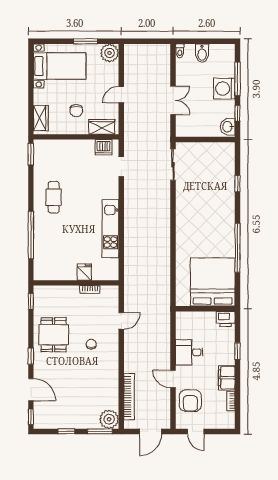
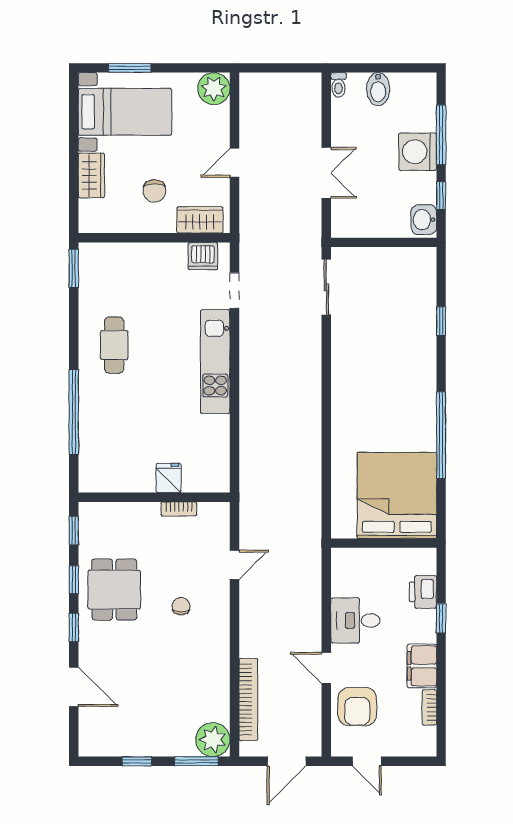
window: (86, 41) -> (130, 68), moved
wardrobe: (41, 118) -> (91, 175), moved
kitchen unit: (110, 229) -> (215, 362), moved
printer: (226, 319) -> (423, 592), moved, turned 90
window: (31, 417) -> (74, 580), moved

